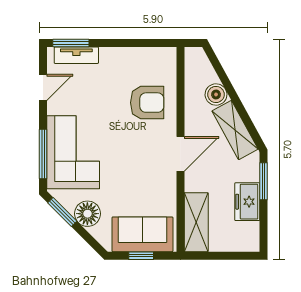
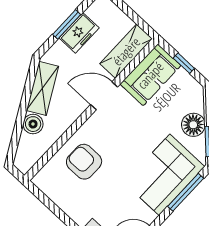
door: (180, 154) -> (104, 96), moved
window: (264, 181) -> (67, 24), moved
sofa: (142, 234) -> (150, 75), moved, turned -90

